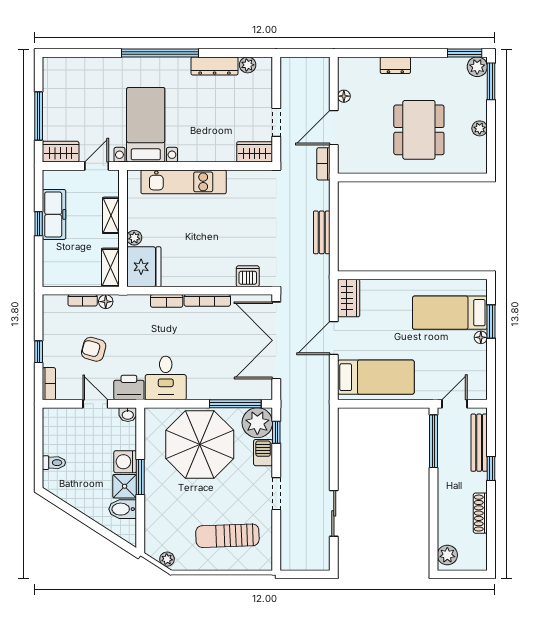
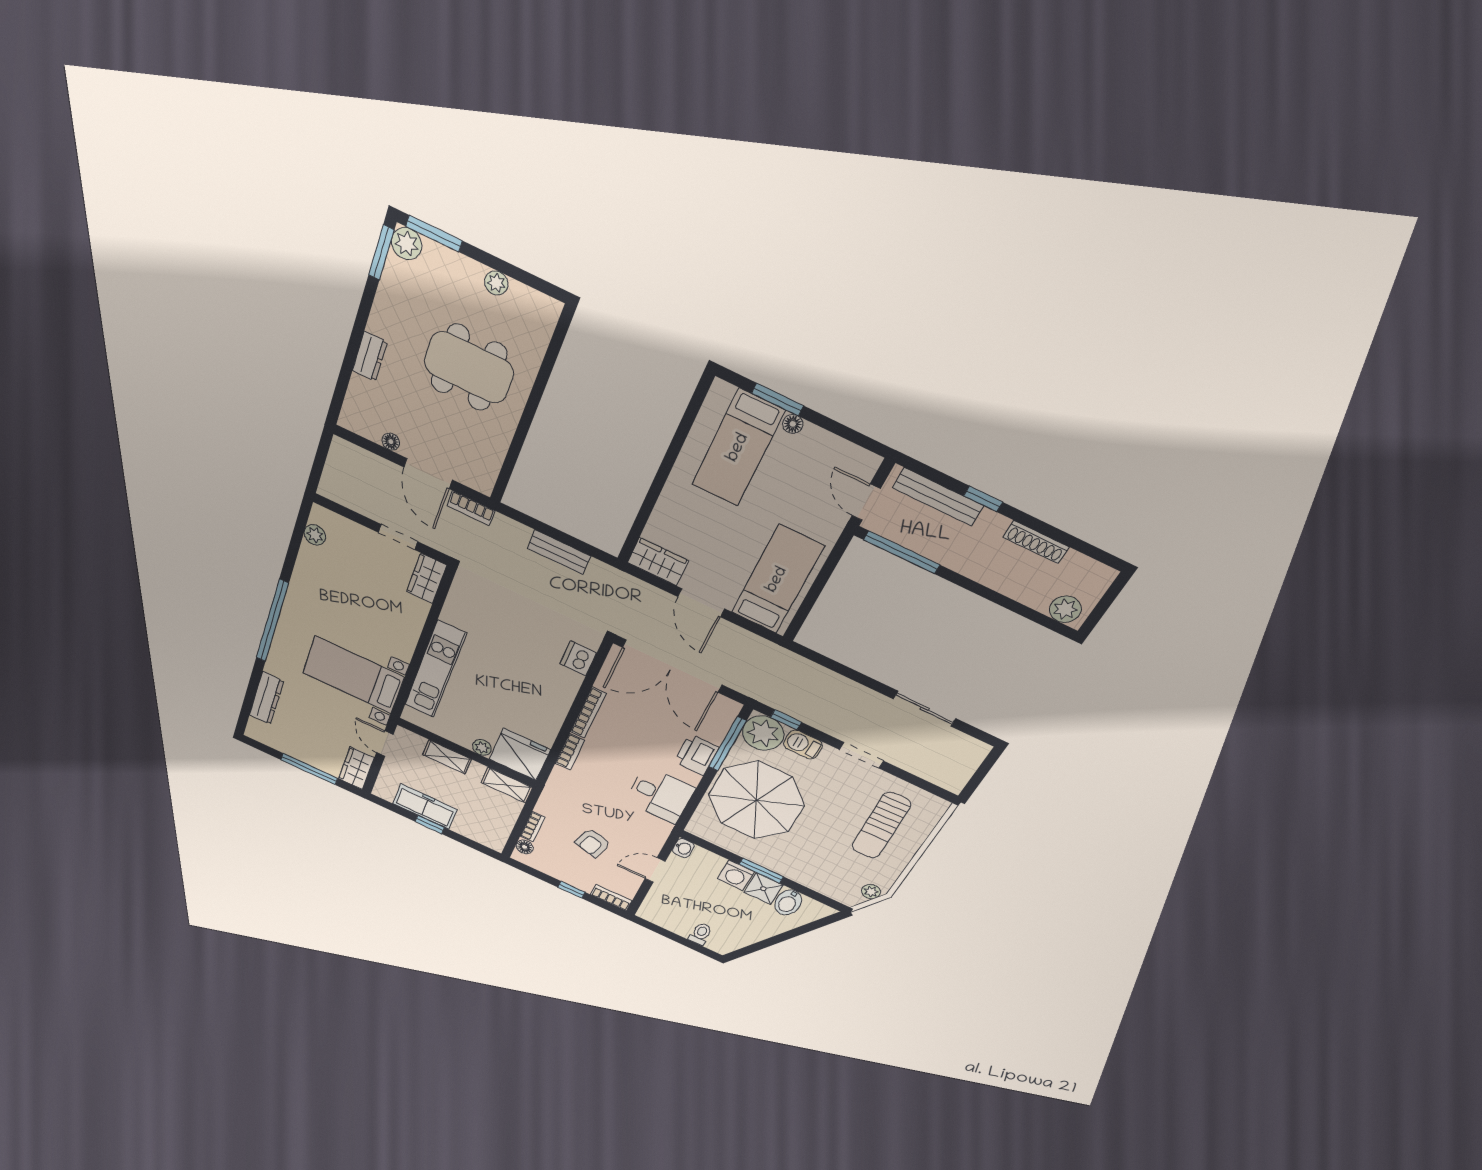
dresser: (215, 66) -> (267, 698), moved
floor lamp: (106, 302) -> (525, 847), moved
printer: (129, 388) -> (697, 755), moved

